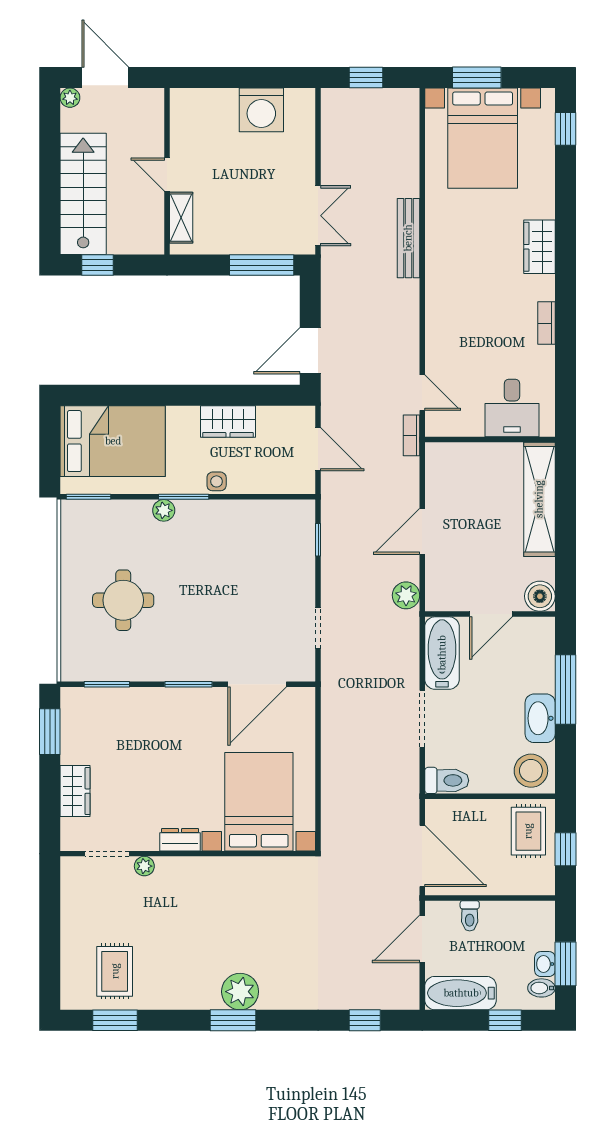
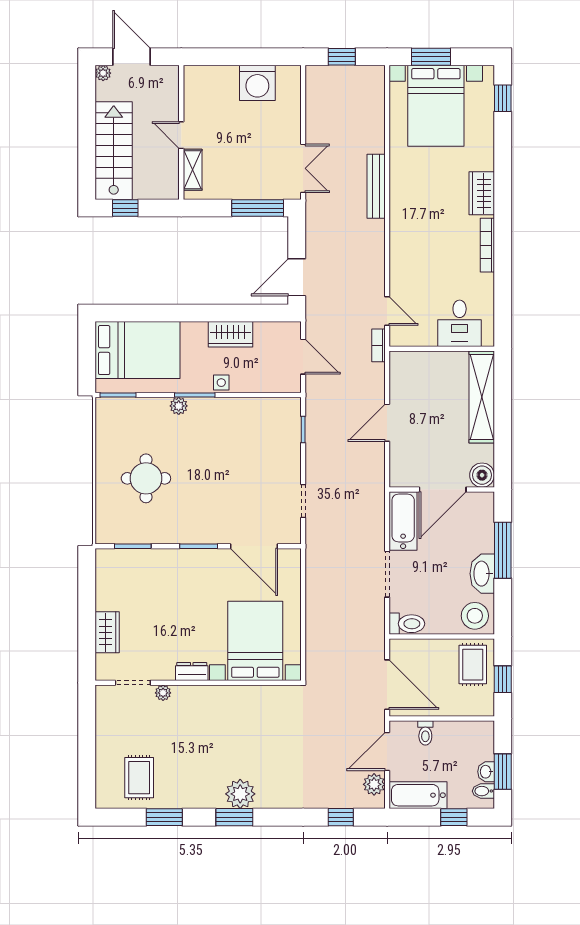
bookcase: (547, 323) -> (487, 245), width x1.56
plant: (406, 595) -> (374, 784), moved
door: (491, 614) -> (443, 489), width x1.36
door: (257, 684) -> (254, 546), hinge flipped
window: (50, 732) -> (87, 584), removed
window: (115, 1020) -> (164, 817), moved

